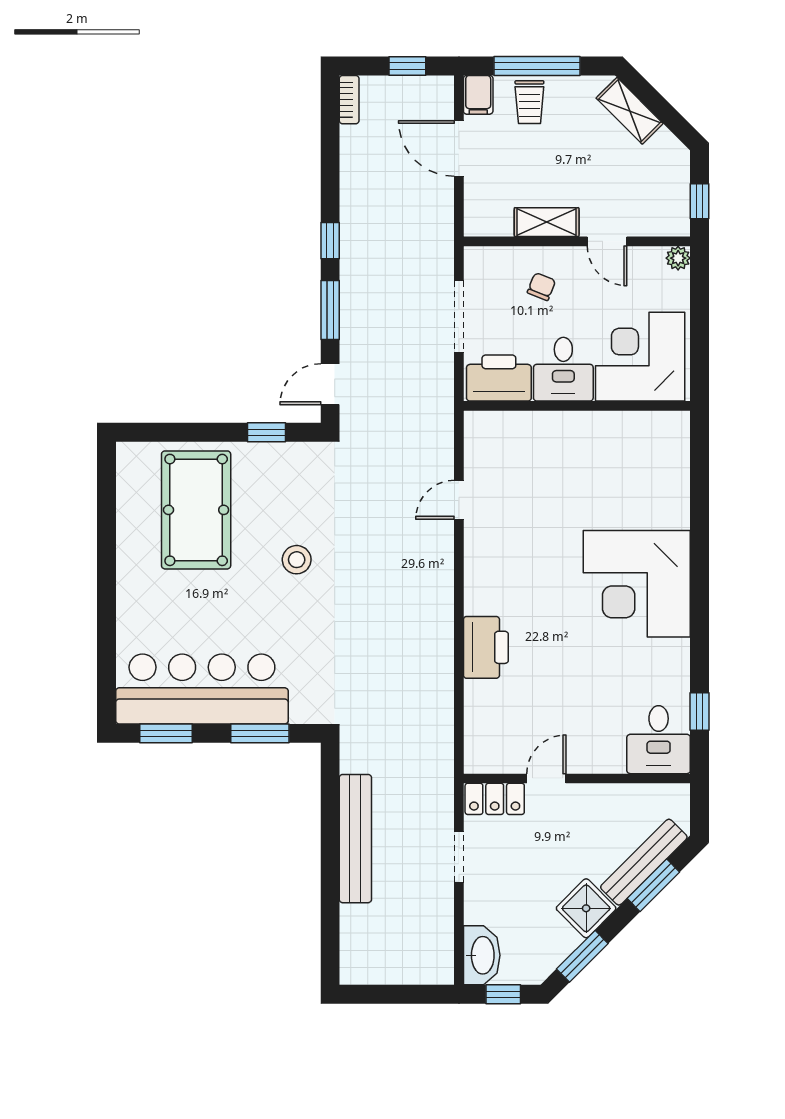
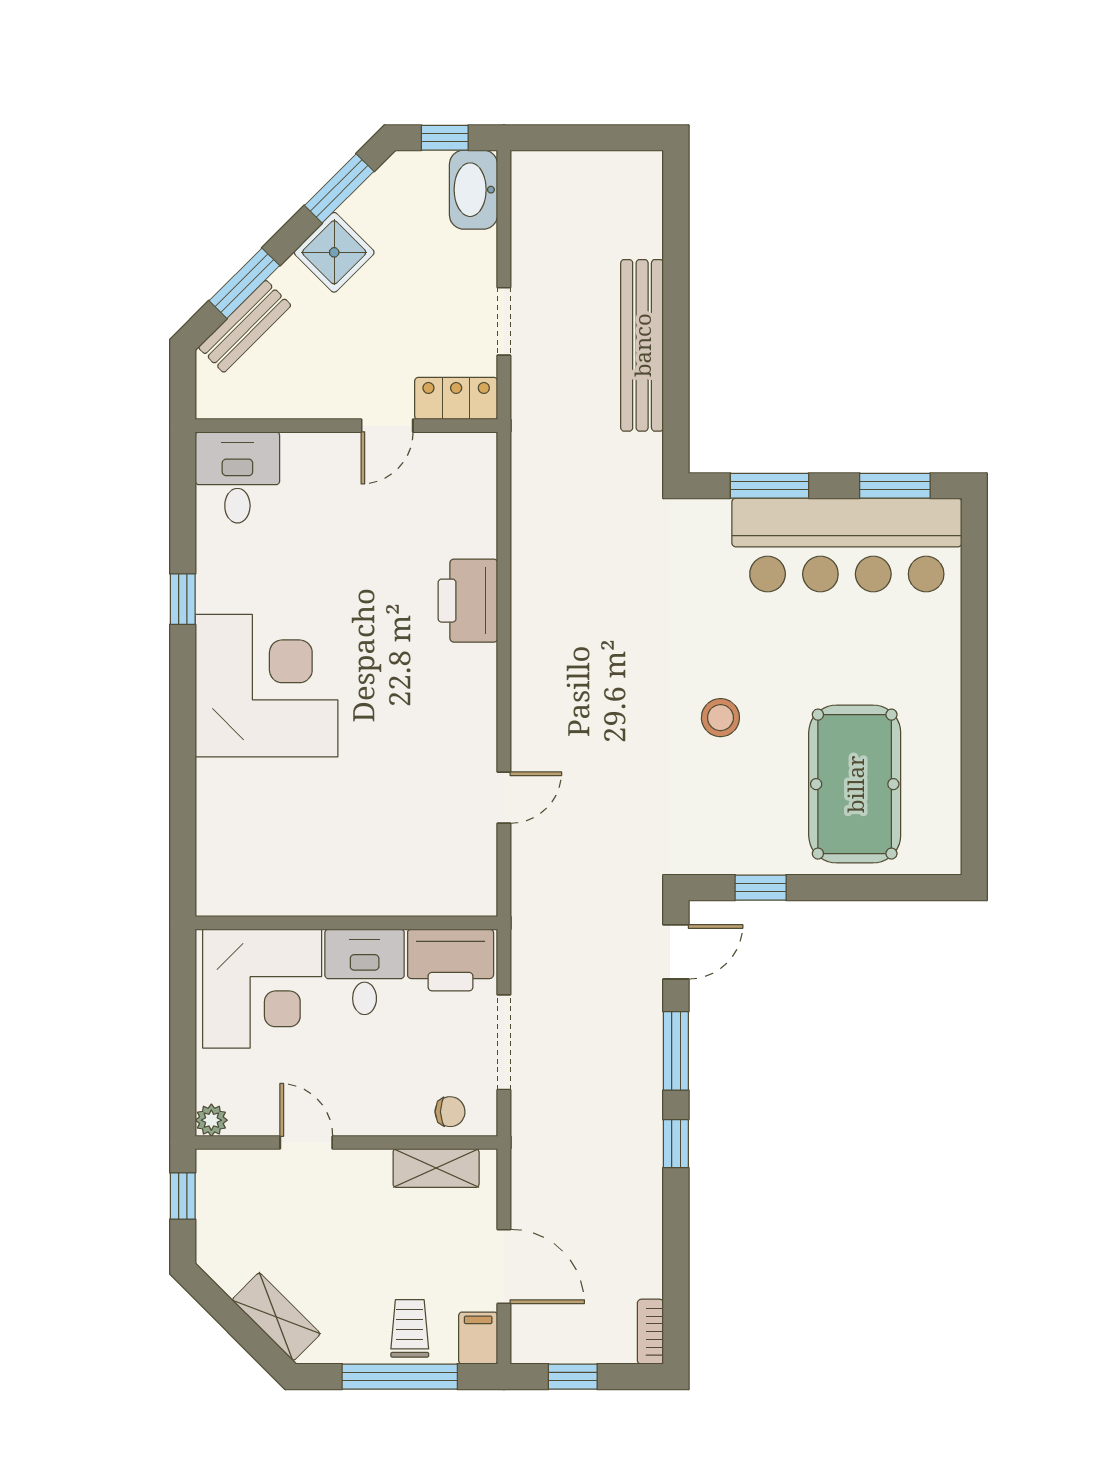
shelving: (547, 222) -> (436, 1168), moved
chair: (541, 287) -> (450, 1112), moved, turned -113
window: (700, 711) -> (183, 599), moved
bench: (644, 862) -> (245, 326), width x0.73

